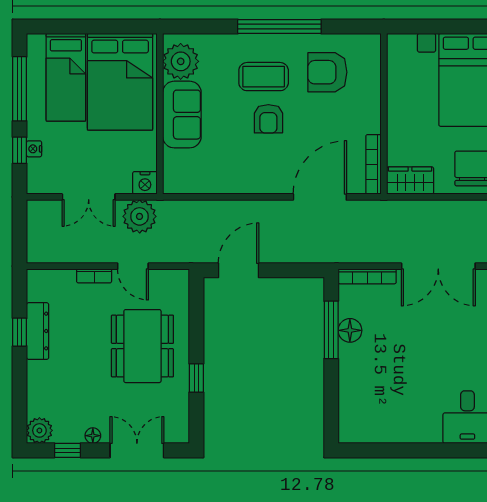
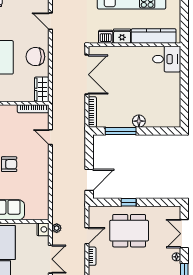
door: (320, 197) -> (50, 137), width x0.53
plant: (140, 216) -> (57, 228), width x0.53, depth x0.53
door: (239, 270) -> (89, 180), swing flipped
floor lamp: (350, 330) -> (139, 121), moved
window: (196, 378) -> (129, 202), moved

